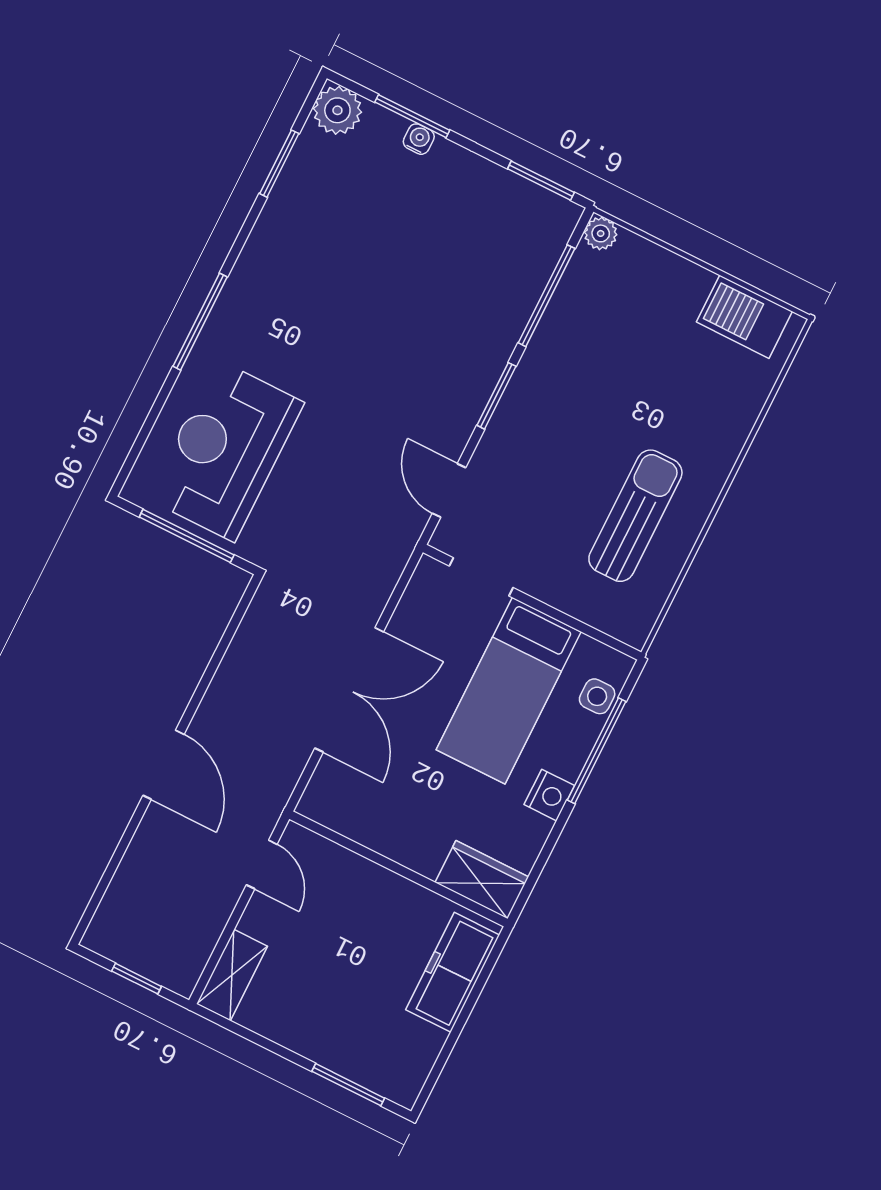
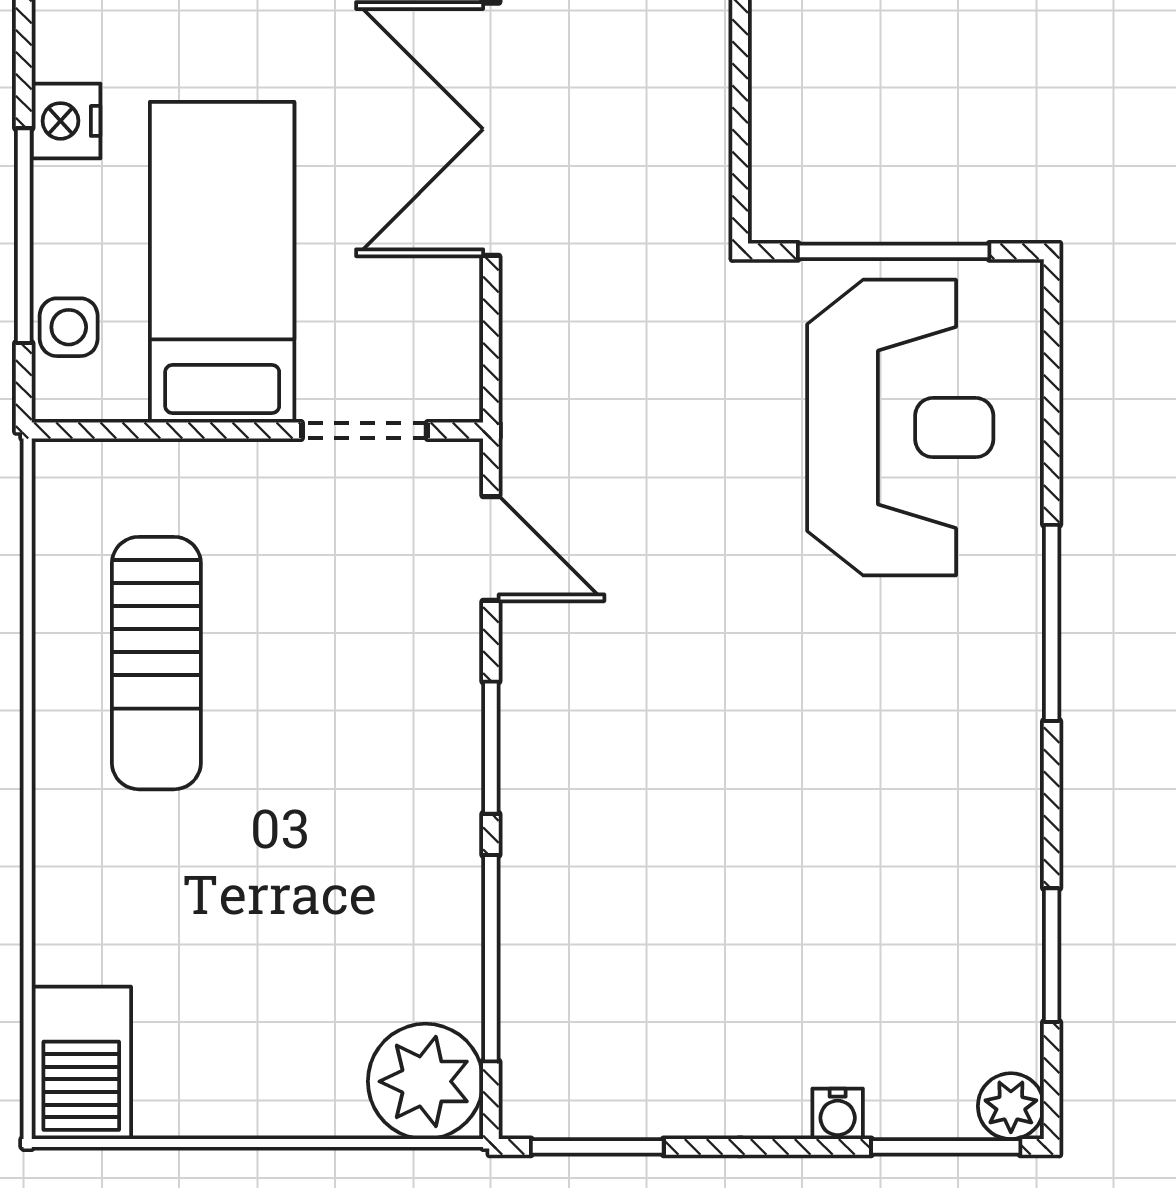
plant: (337, 110) -> (1011, 1106), width x0.73, depth x0.73
window: (412, 116) -> (946, 1147), moved
plant: (601, 233) -> (425, 1081), width x1.87, depth x1.87
barbecue: (744, 317) -> (81, 1063), moved, turned 90

